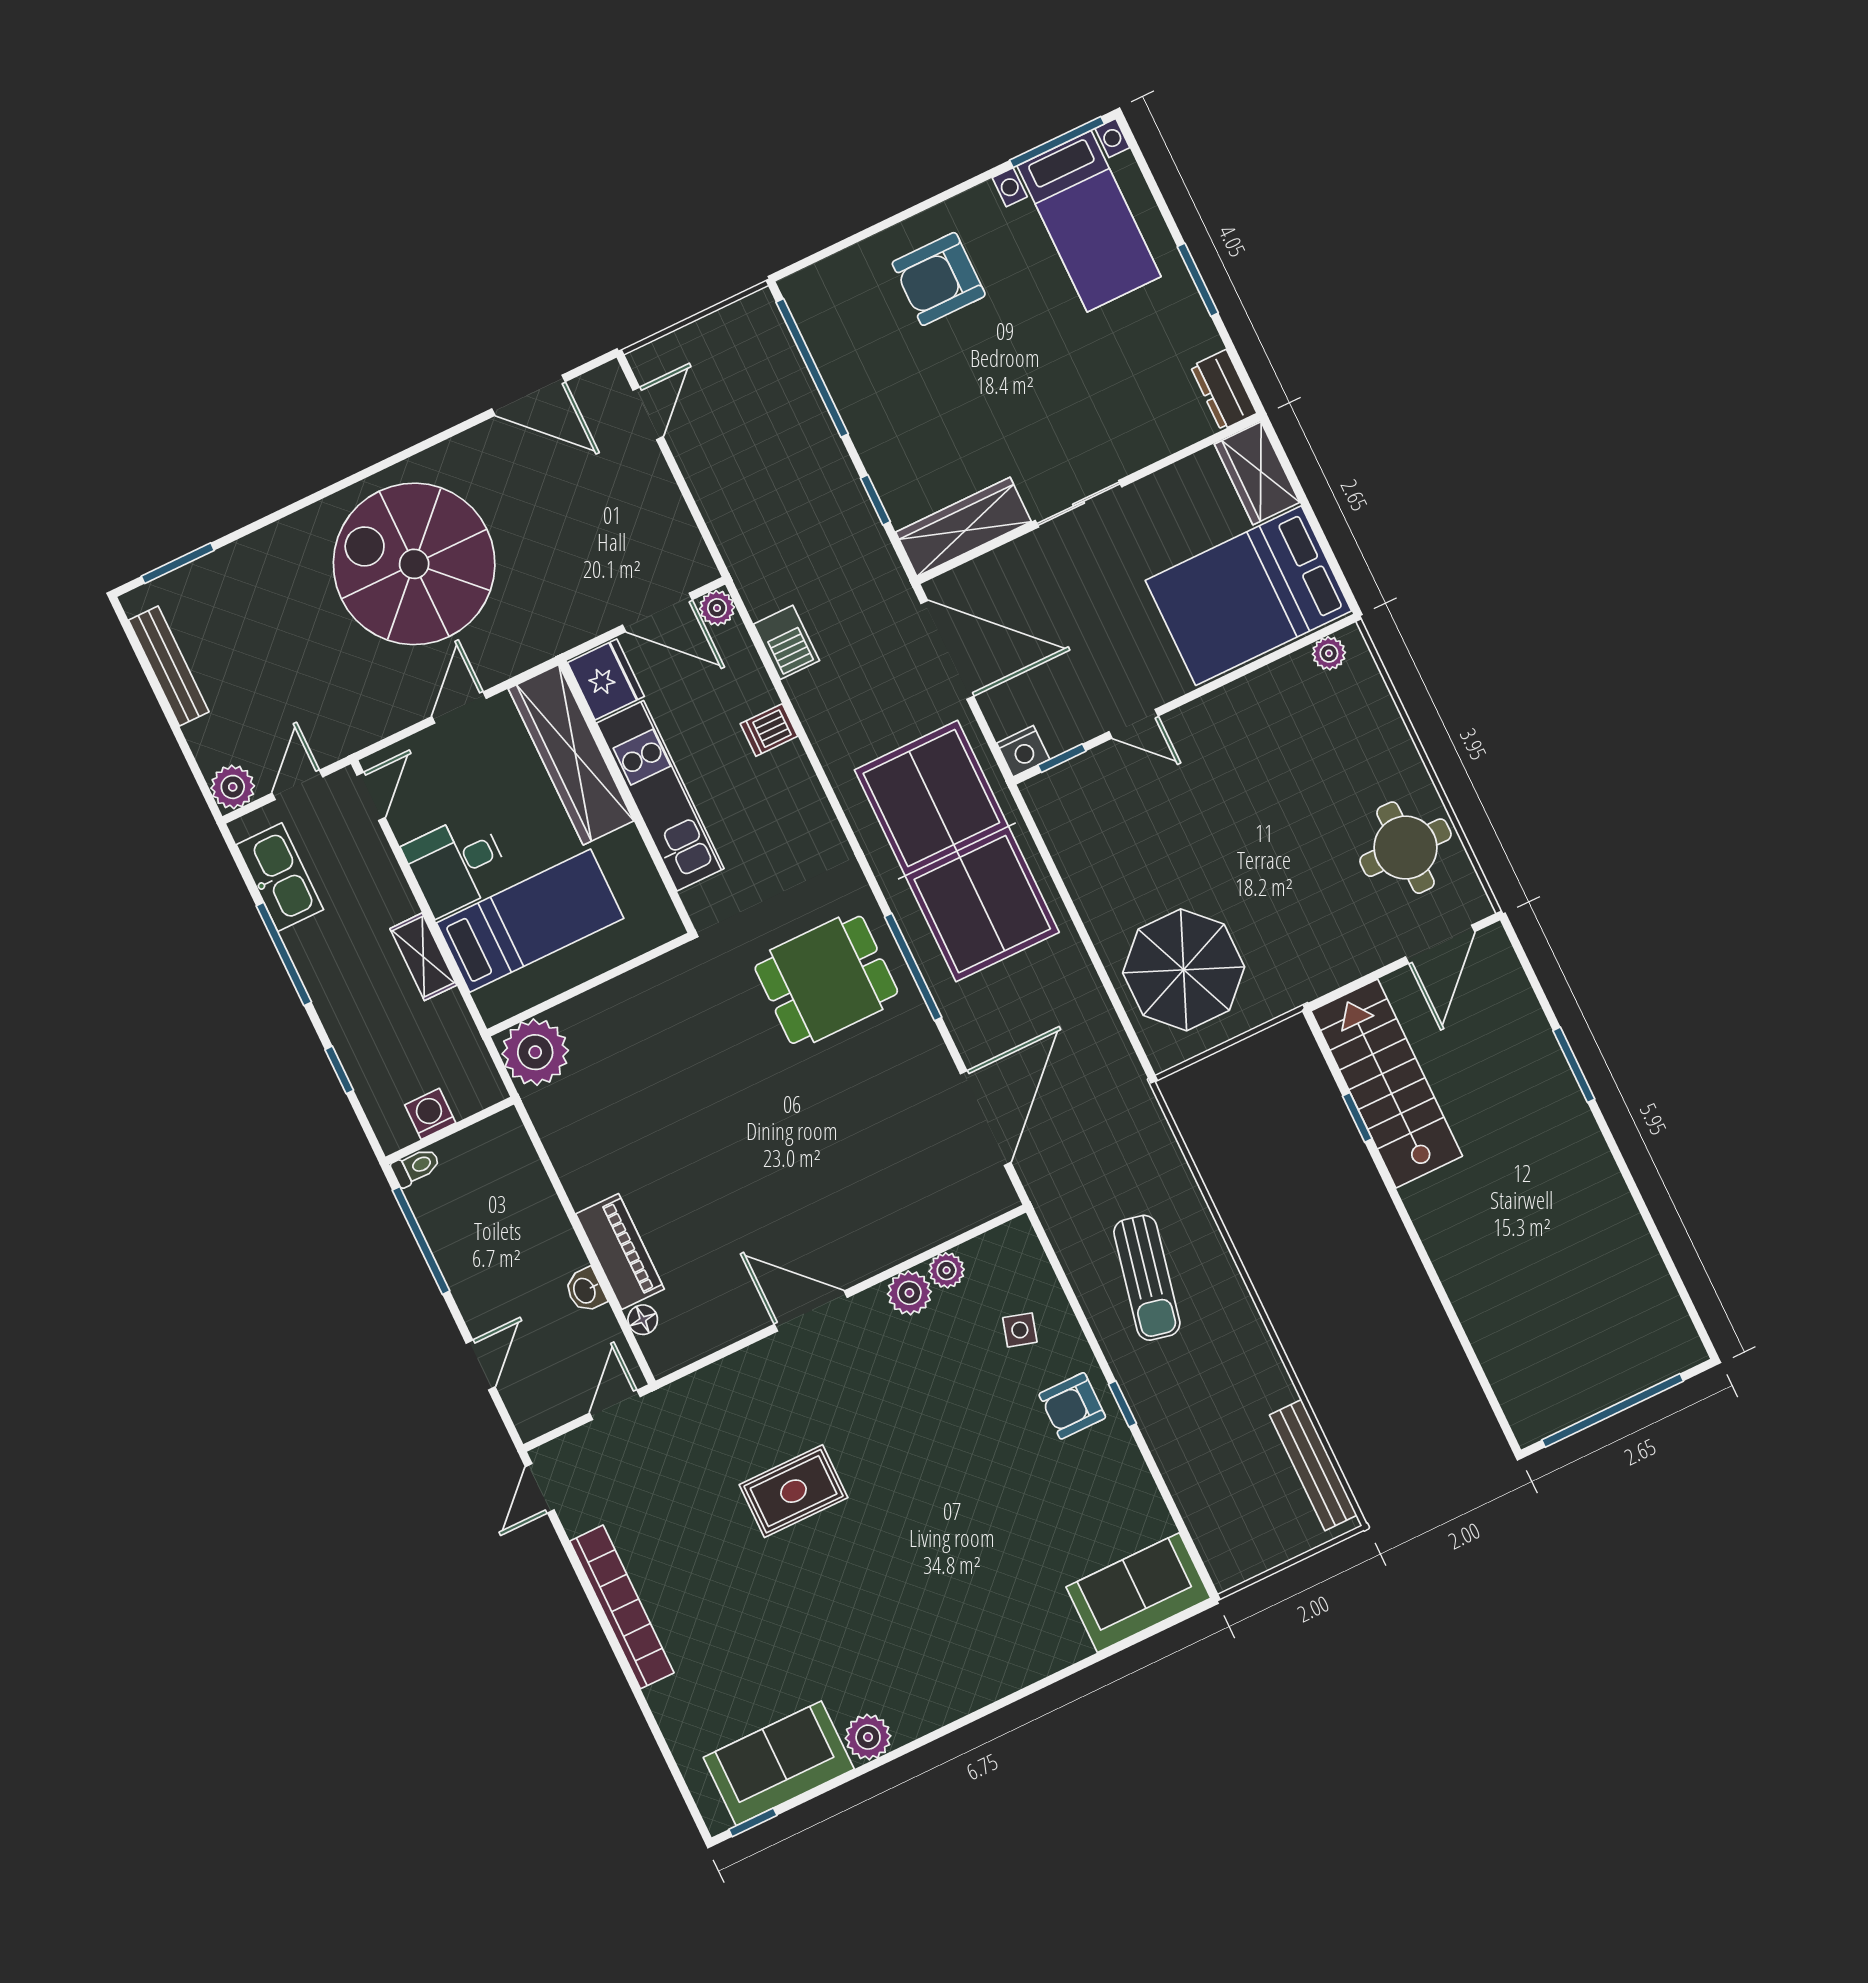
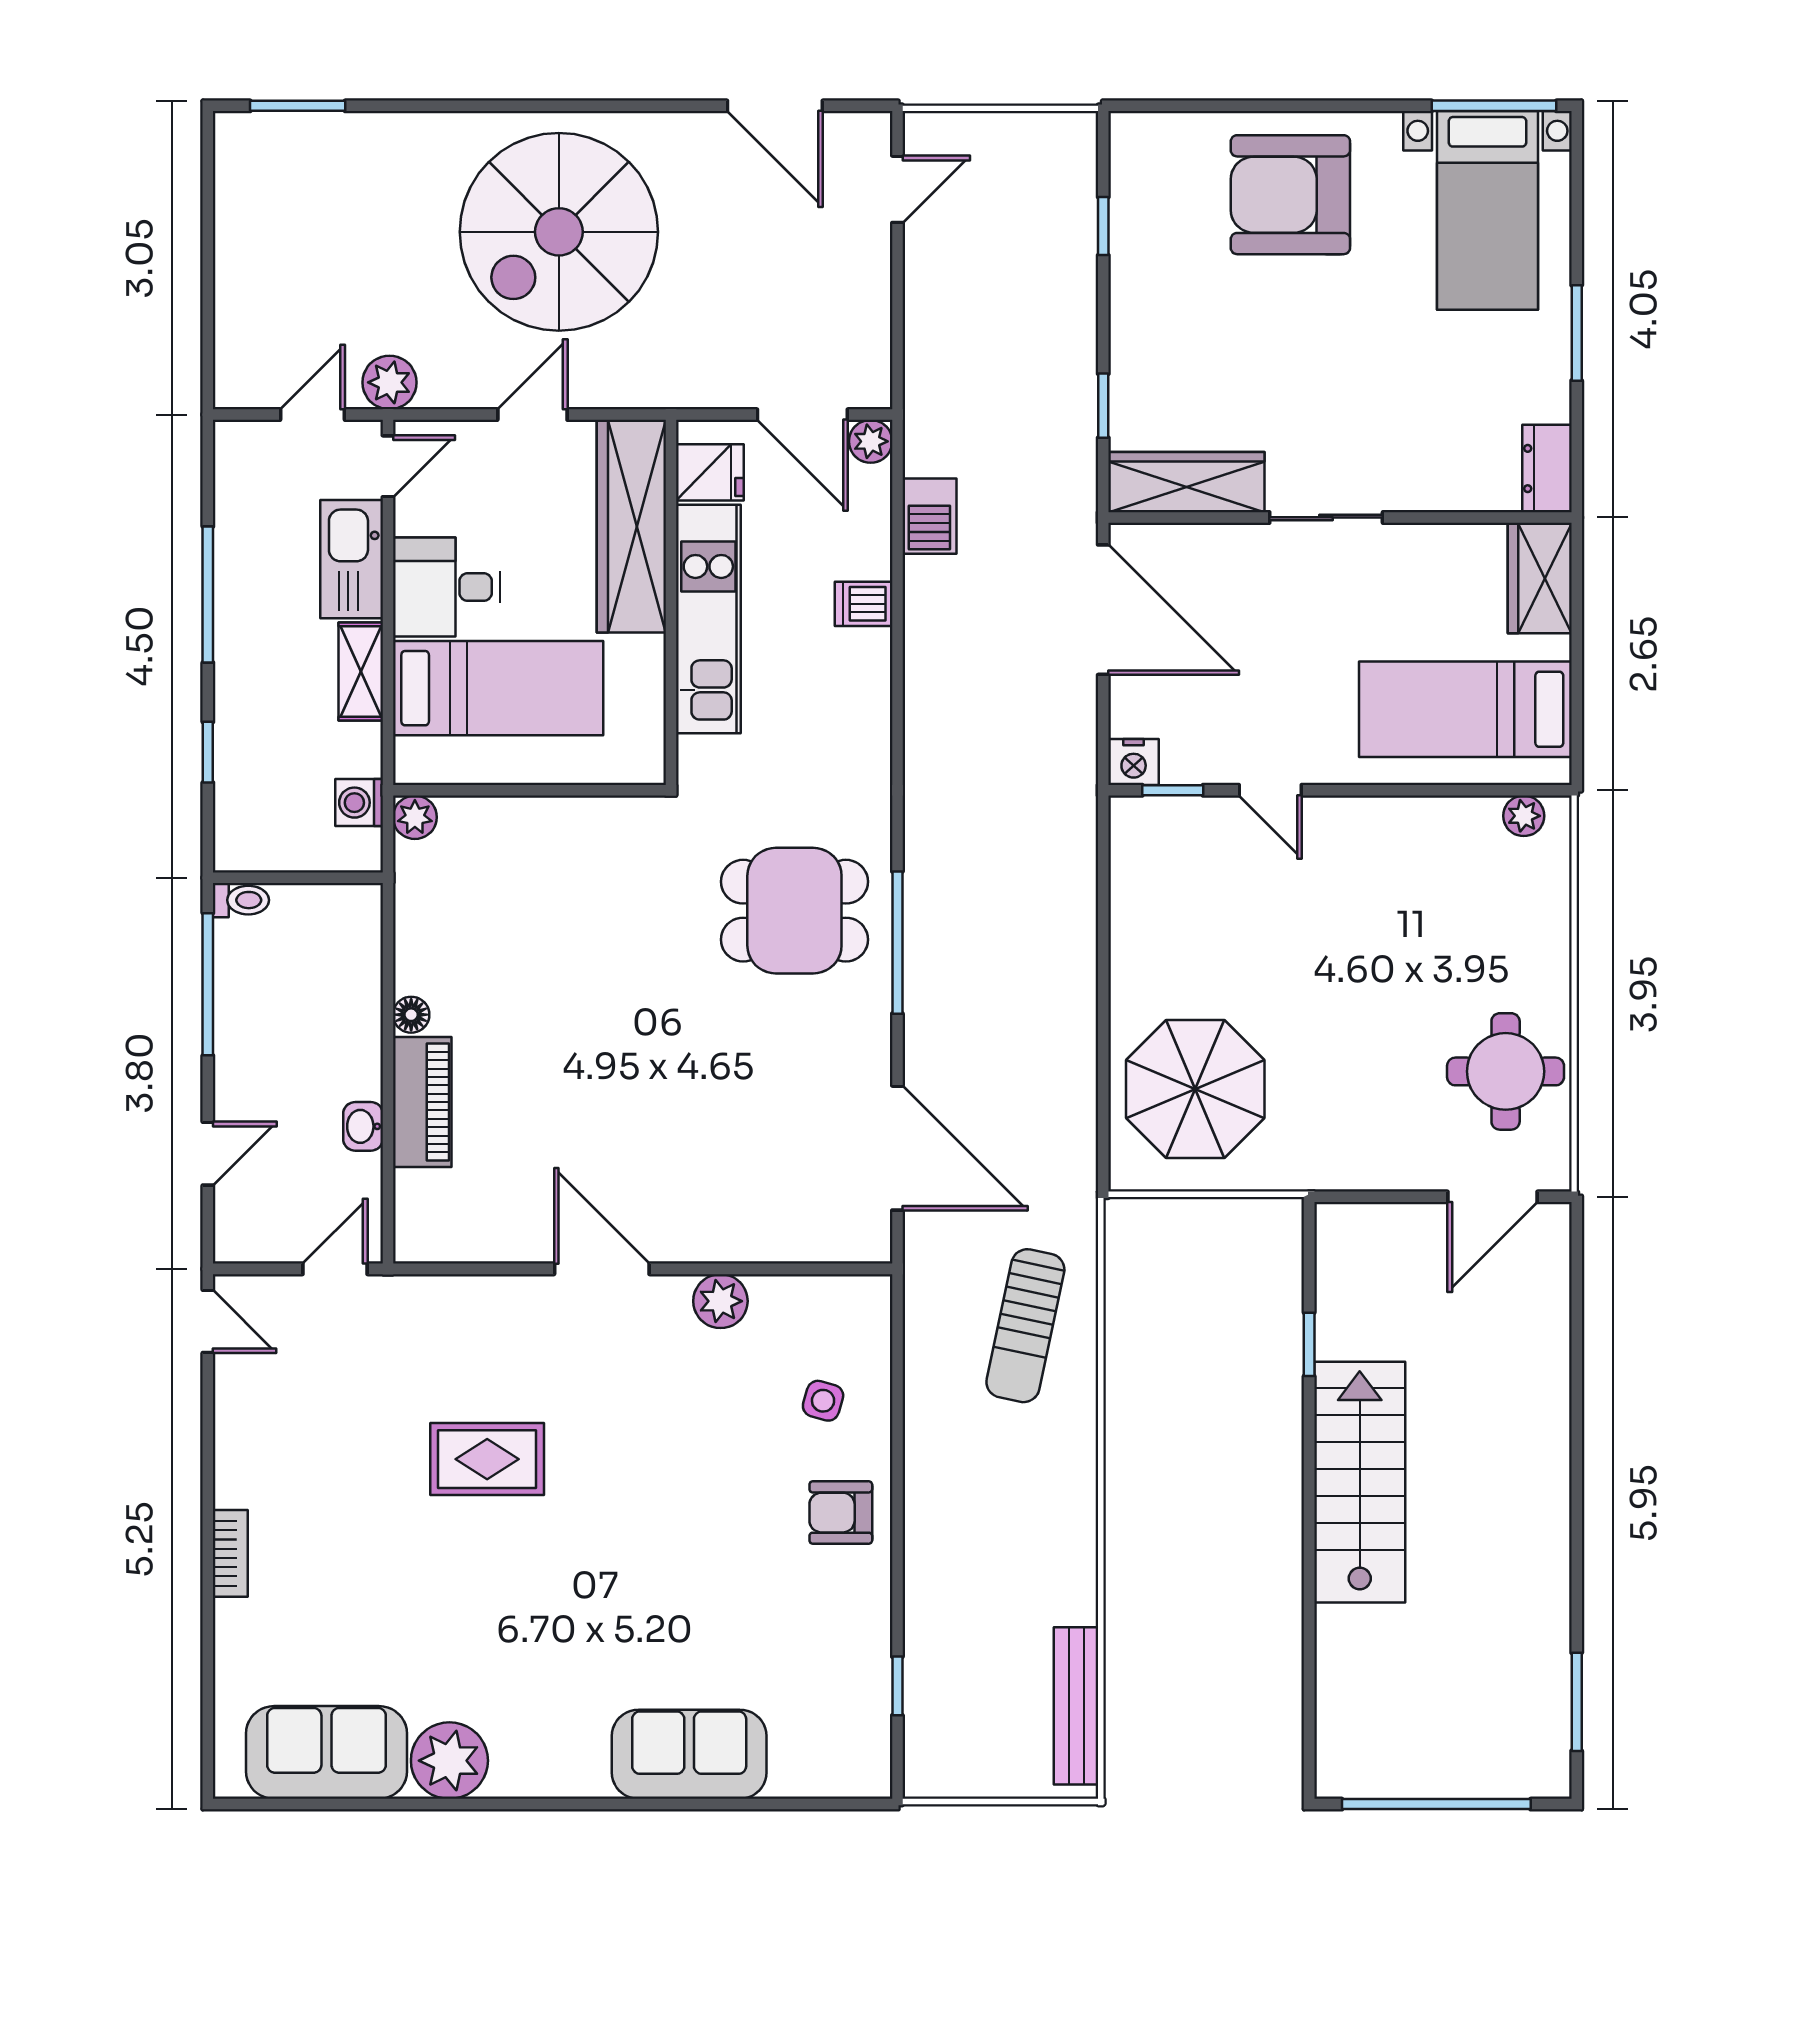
armchair: (939, 279) -> (1290, 195), width x1.36, depth x1.36
window: (812, 368) -> (1103, 226), width x0.32
spiral stairs: (414, 564) -> (559, 232), turned -90
bed: (1248, 596) -> (1465, 709), width x0.67
bench: (169, 666) -> (233, 215), removed
fridge: (606, 679) -> (710, 472), width x0.72
plant: (233, 787) -> (390, 382), moved
table tennis table: (957, 851) -> (1007, 837), removed
kitchen sink: (280, 877) -> (352, 559), moved, turned 180
plant: (535, 1052) -> (415, 817), width x0.53, depth x0.53
window: (1574, 1065) -> (1577, 1702), moved
stairs: (1387, 1083) -> (1360, 1482), moved
washing machine: (430, 1114) -> (359, 803), moved, turned -90
door: (986, 1118) -> (897, 1148), hinge flipped
plant: (947, 1270) -> (774, 1296), removed
sun lounger: (1147, 1278) -> (1025, 1326), moved
floor lamp: (643, 1320) -> (411, 1015), moved
window: (1122, 1404) -> (897, 1686), moved
door: (540, 1488) -> (208, 1321), swing flipped
sofa: (1138, 1593) -> (689, 1754), moved
bookcase: (622, 1607) -> (230, 1553), width x0.43, depth x0.76
plant: (868, 1737) -> (449, 1761), width x1.36, depth x1.36
window: (753, 1822) -> (266, 1804), removed

